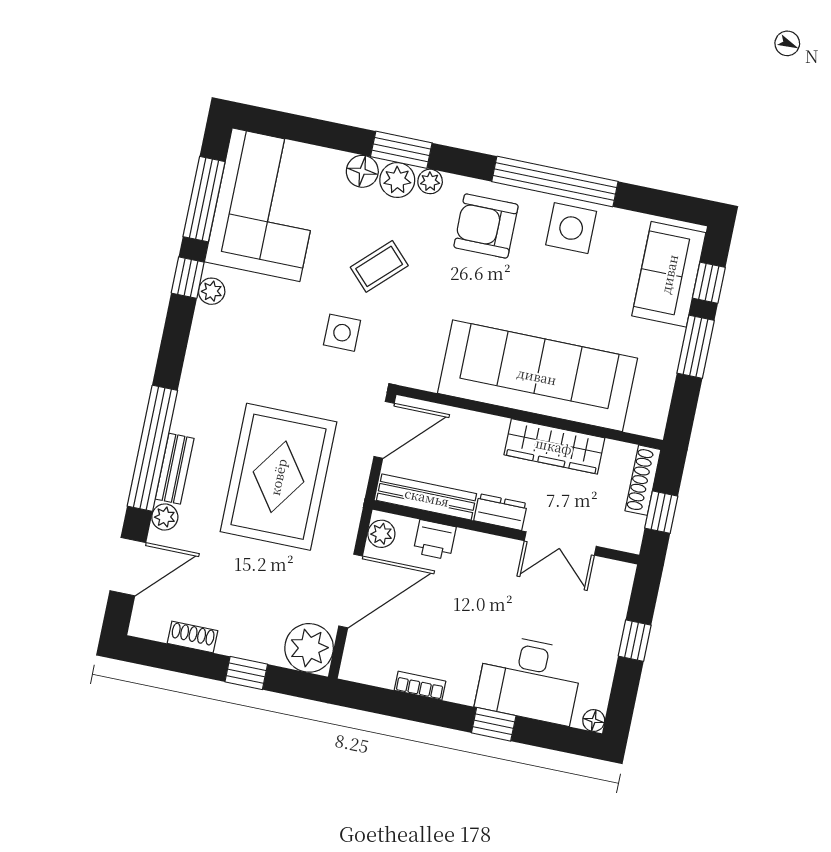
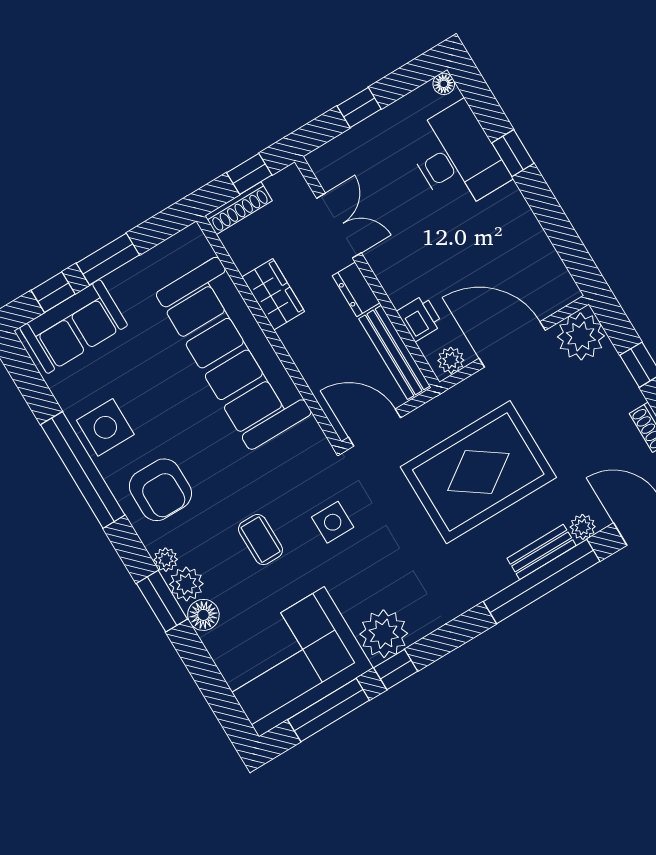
coffee table: (379, 266) -> (260, 540), turned 44
plant: (212, 291) -> (384, 634), width x1.88, depth x1.88
wardrobe: (554, 446) -> (273, 294), width x0.67
bookcase: (420, 686) -> (534, 232), removed

